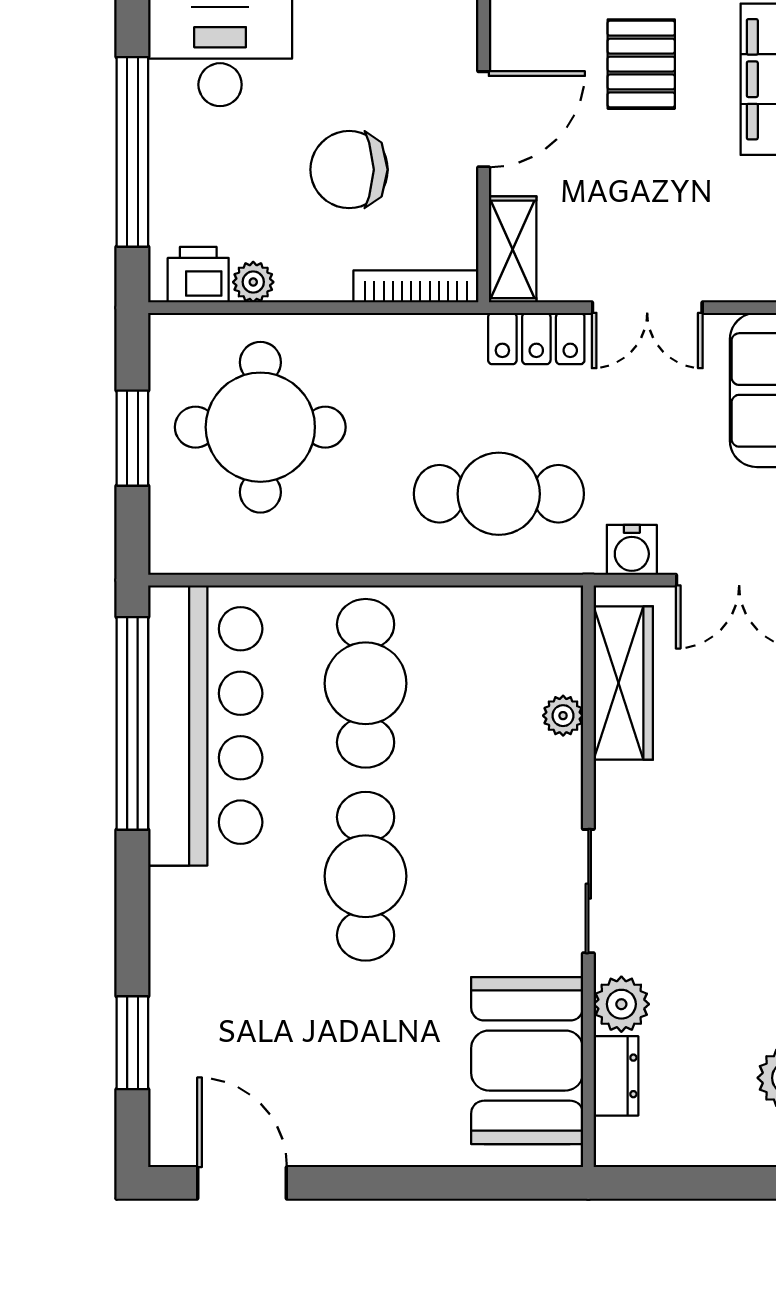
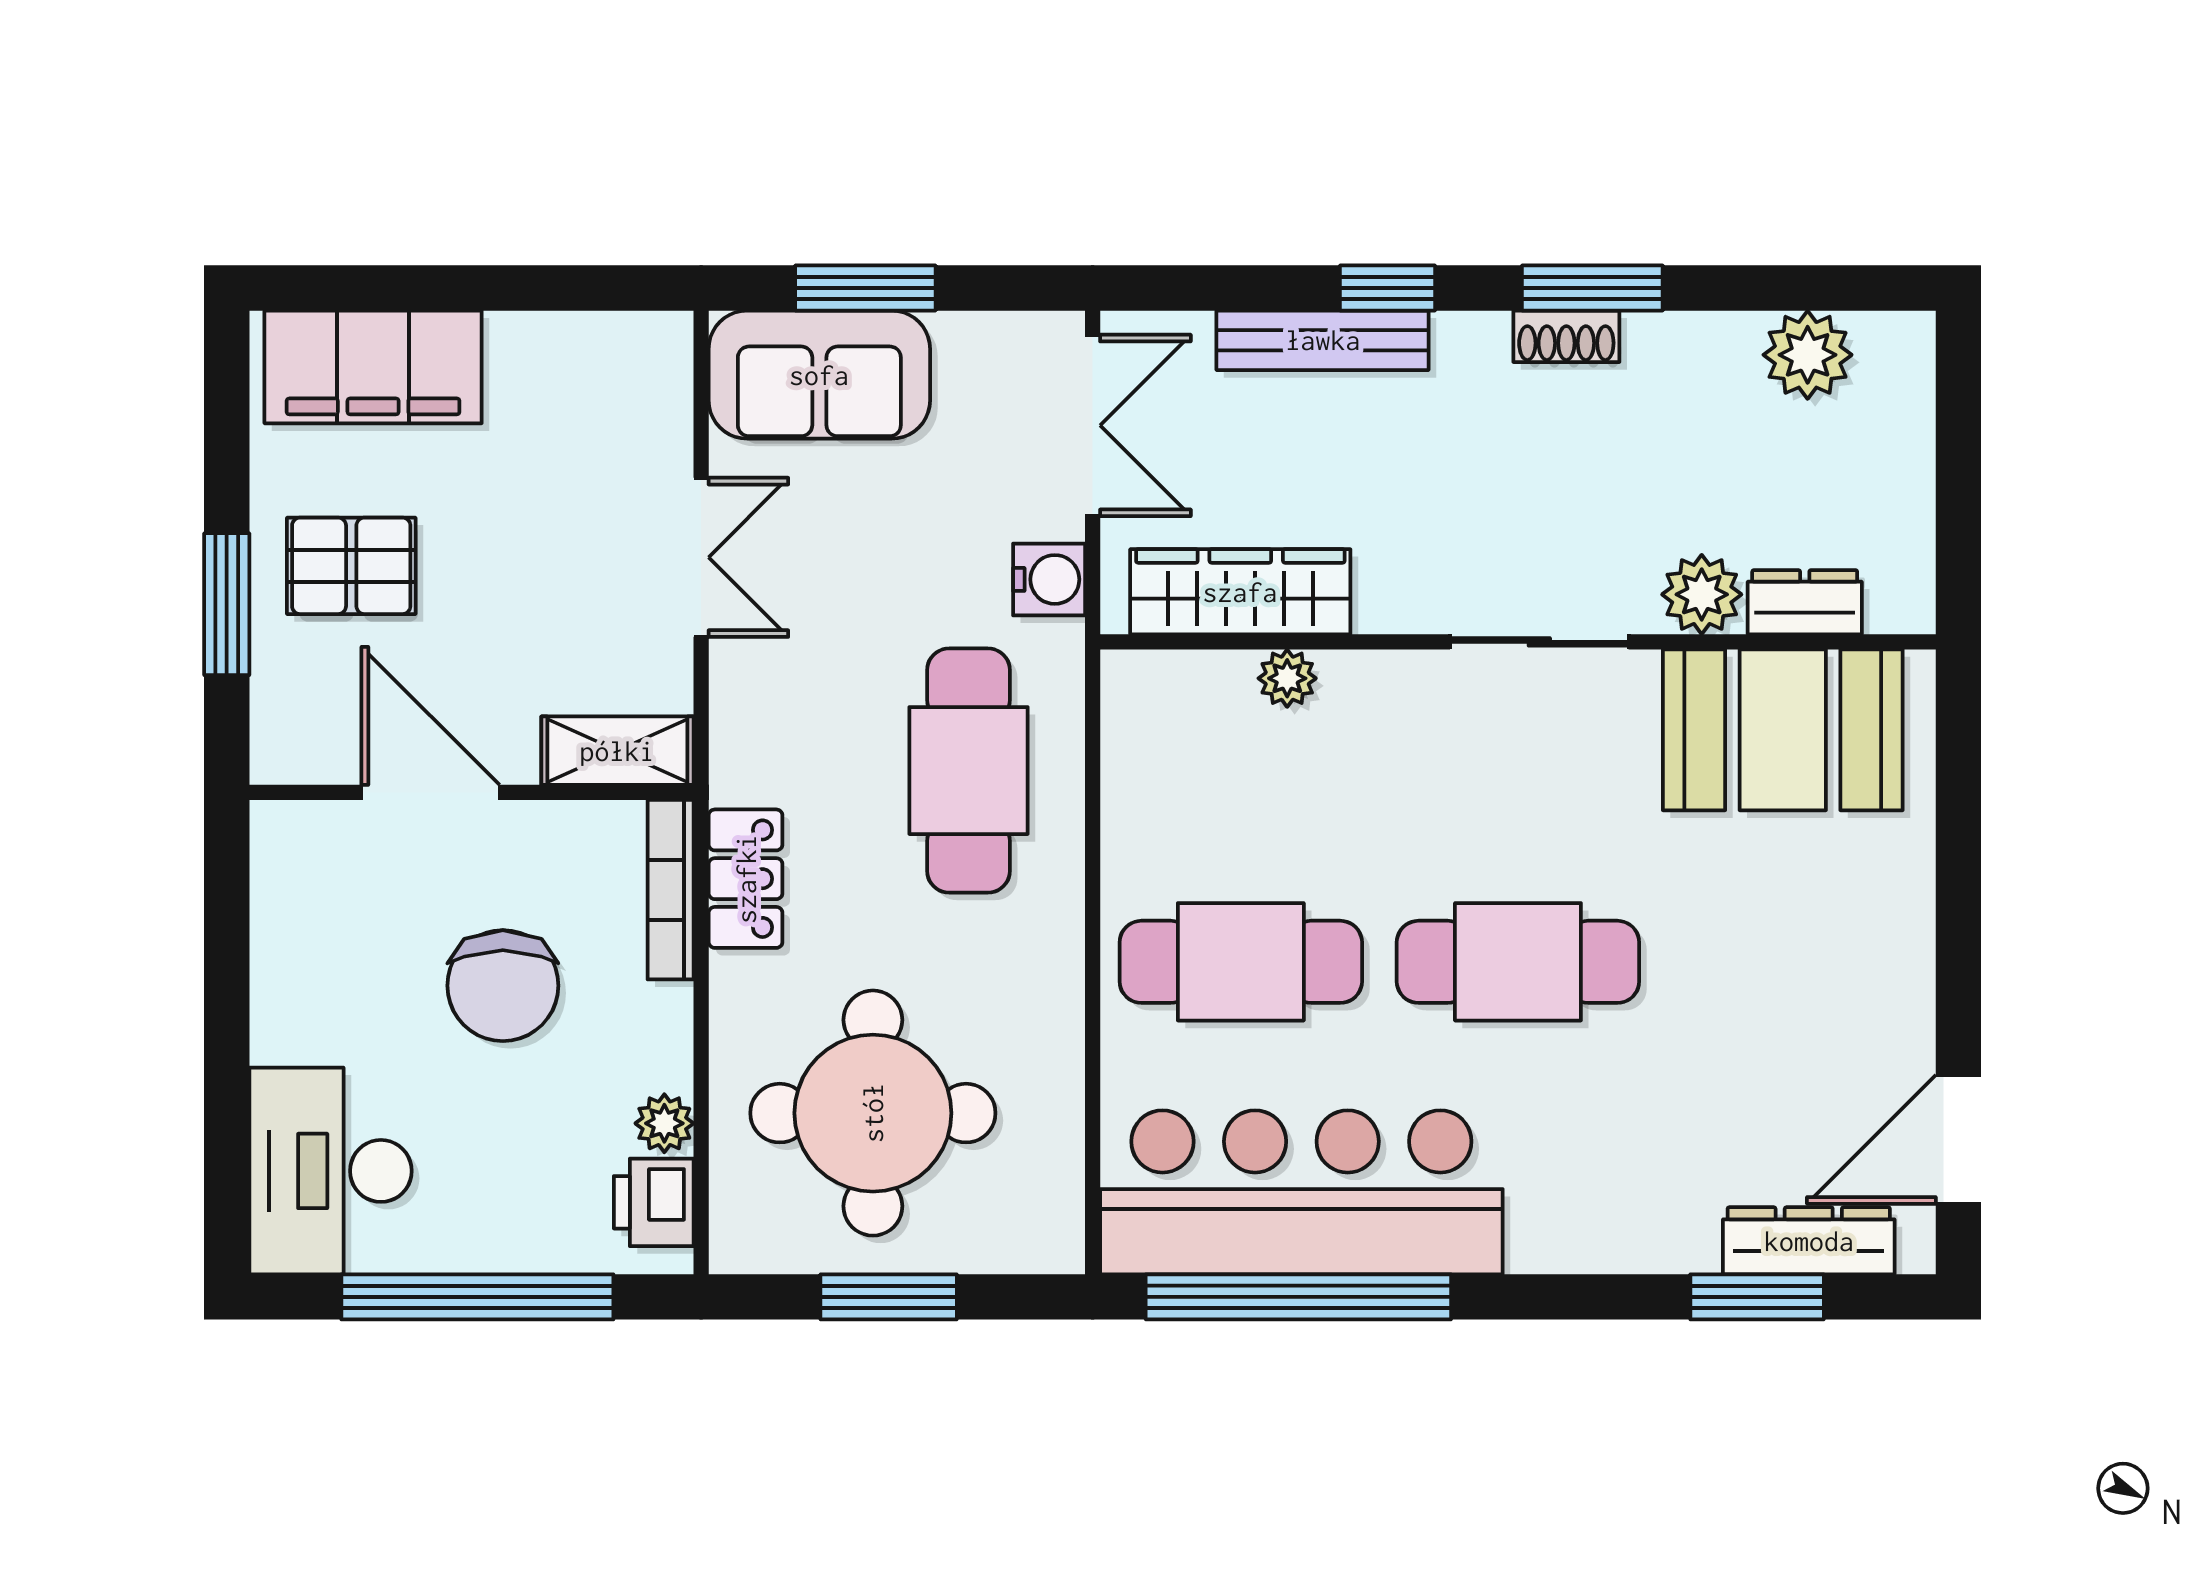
locker: (536, 339) -> (746, 879), moved
dresser: (171, 1079) -> (1809, 1241), added

